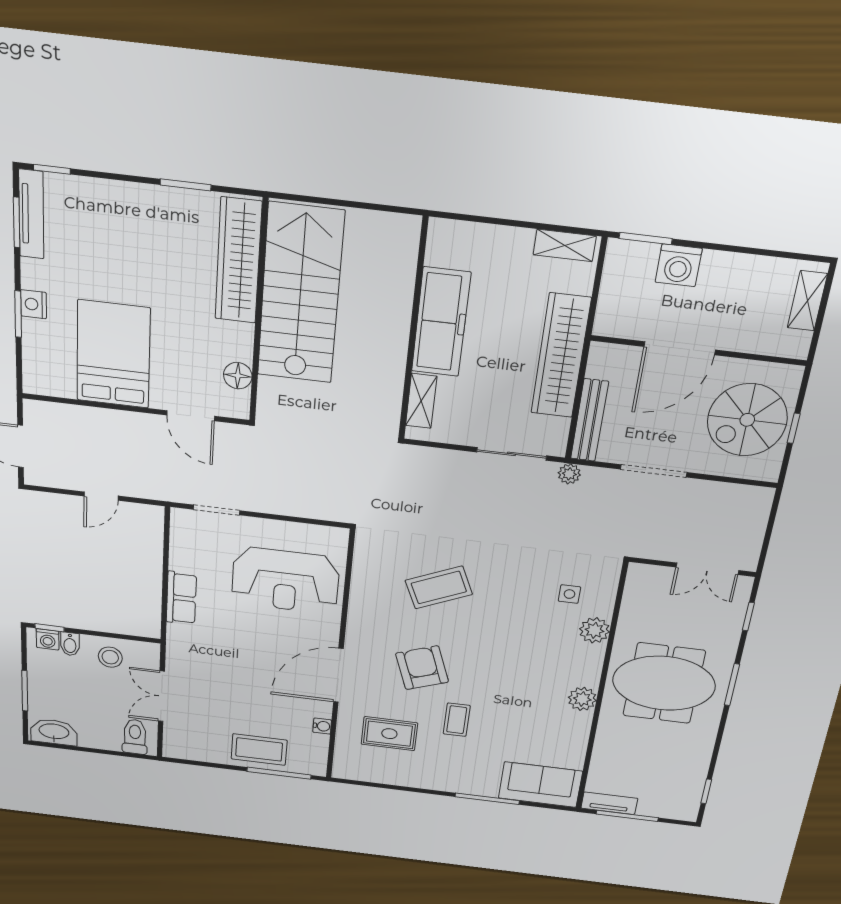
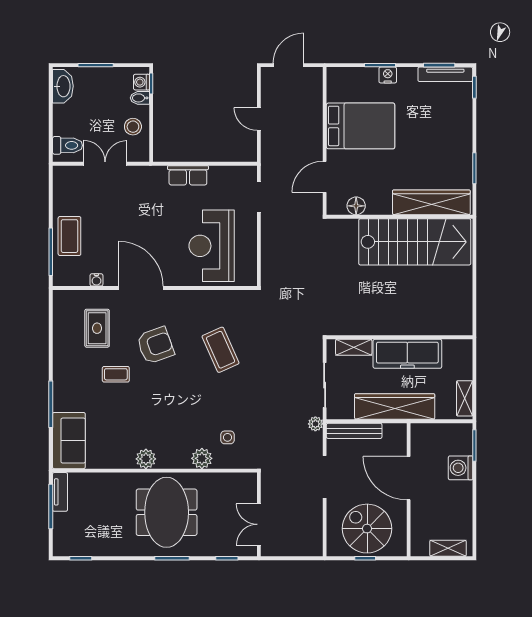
freezer: (441, 322) -> (407, 354), moved
wall: (413, 331) -> (400, 337), moved
shelving: (421, 401) -> (354, 347), moved

